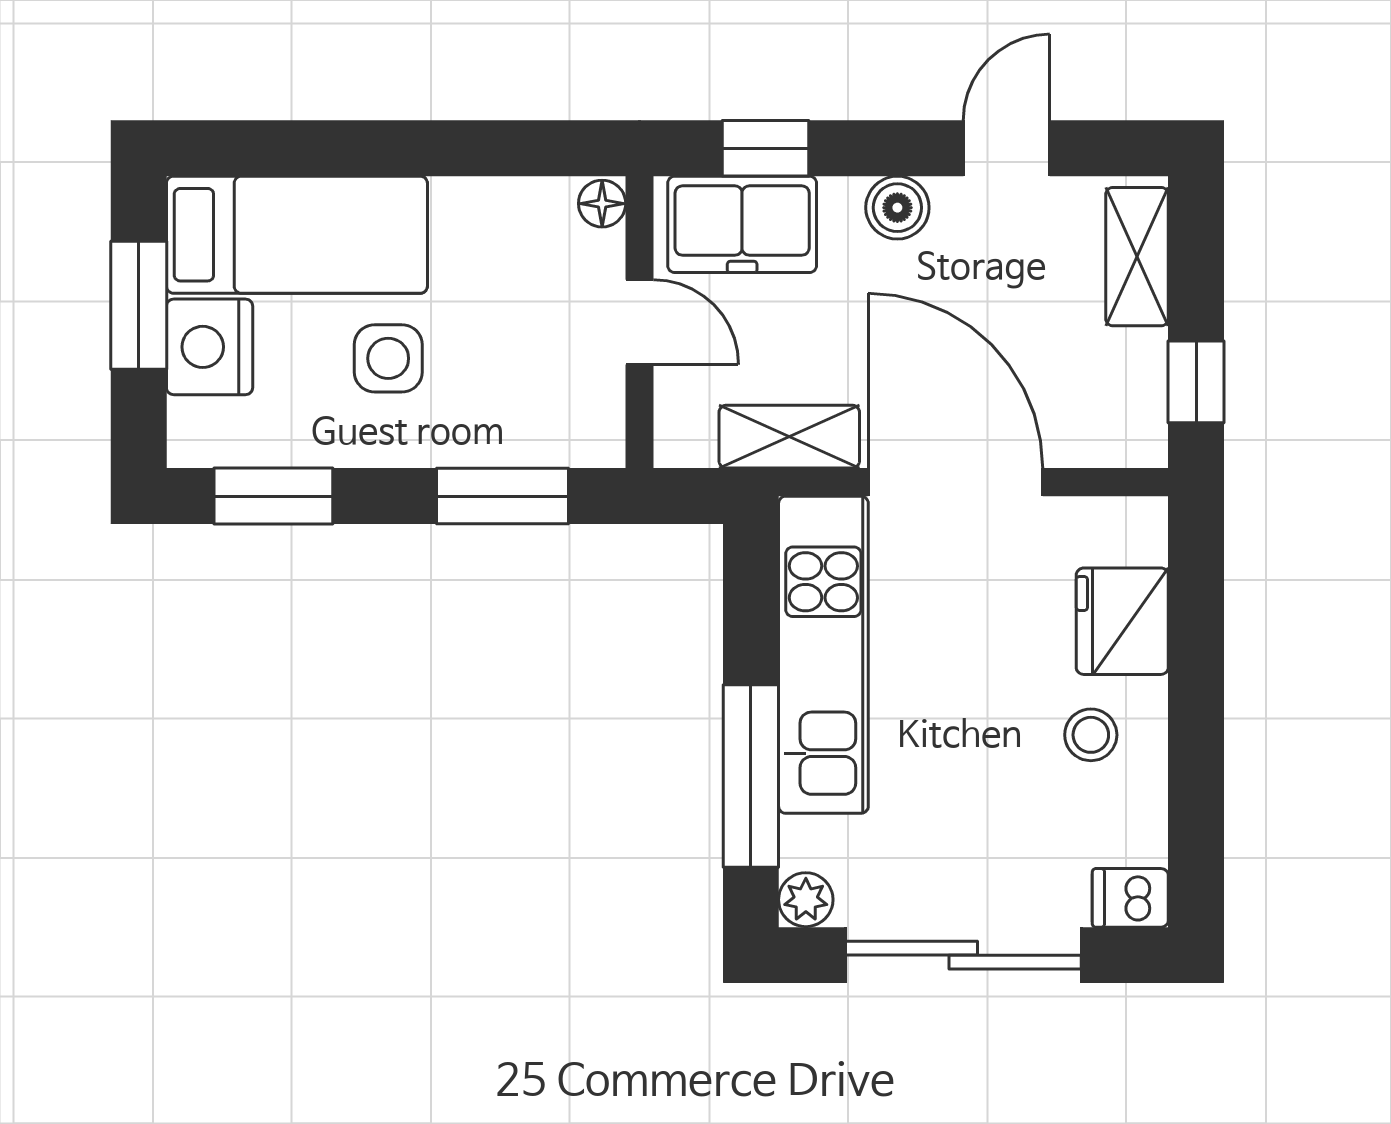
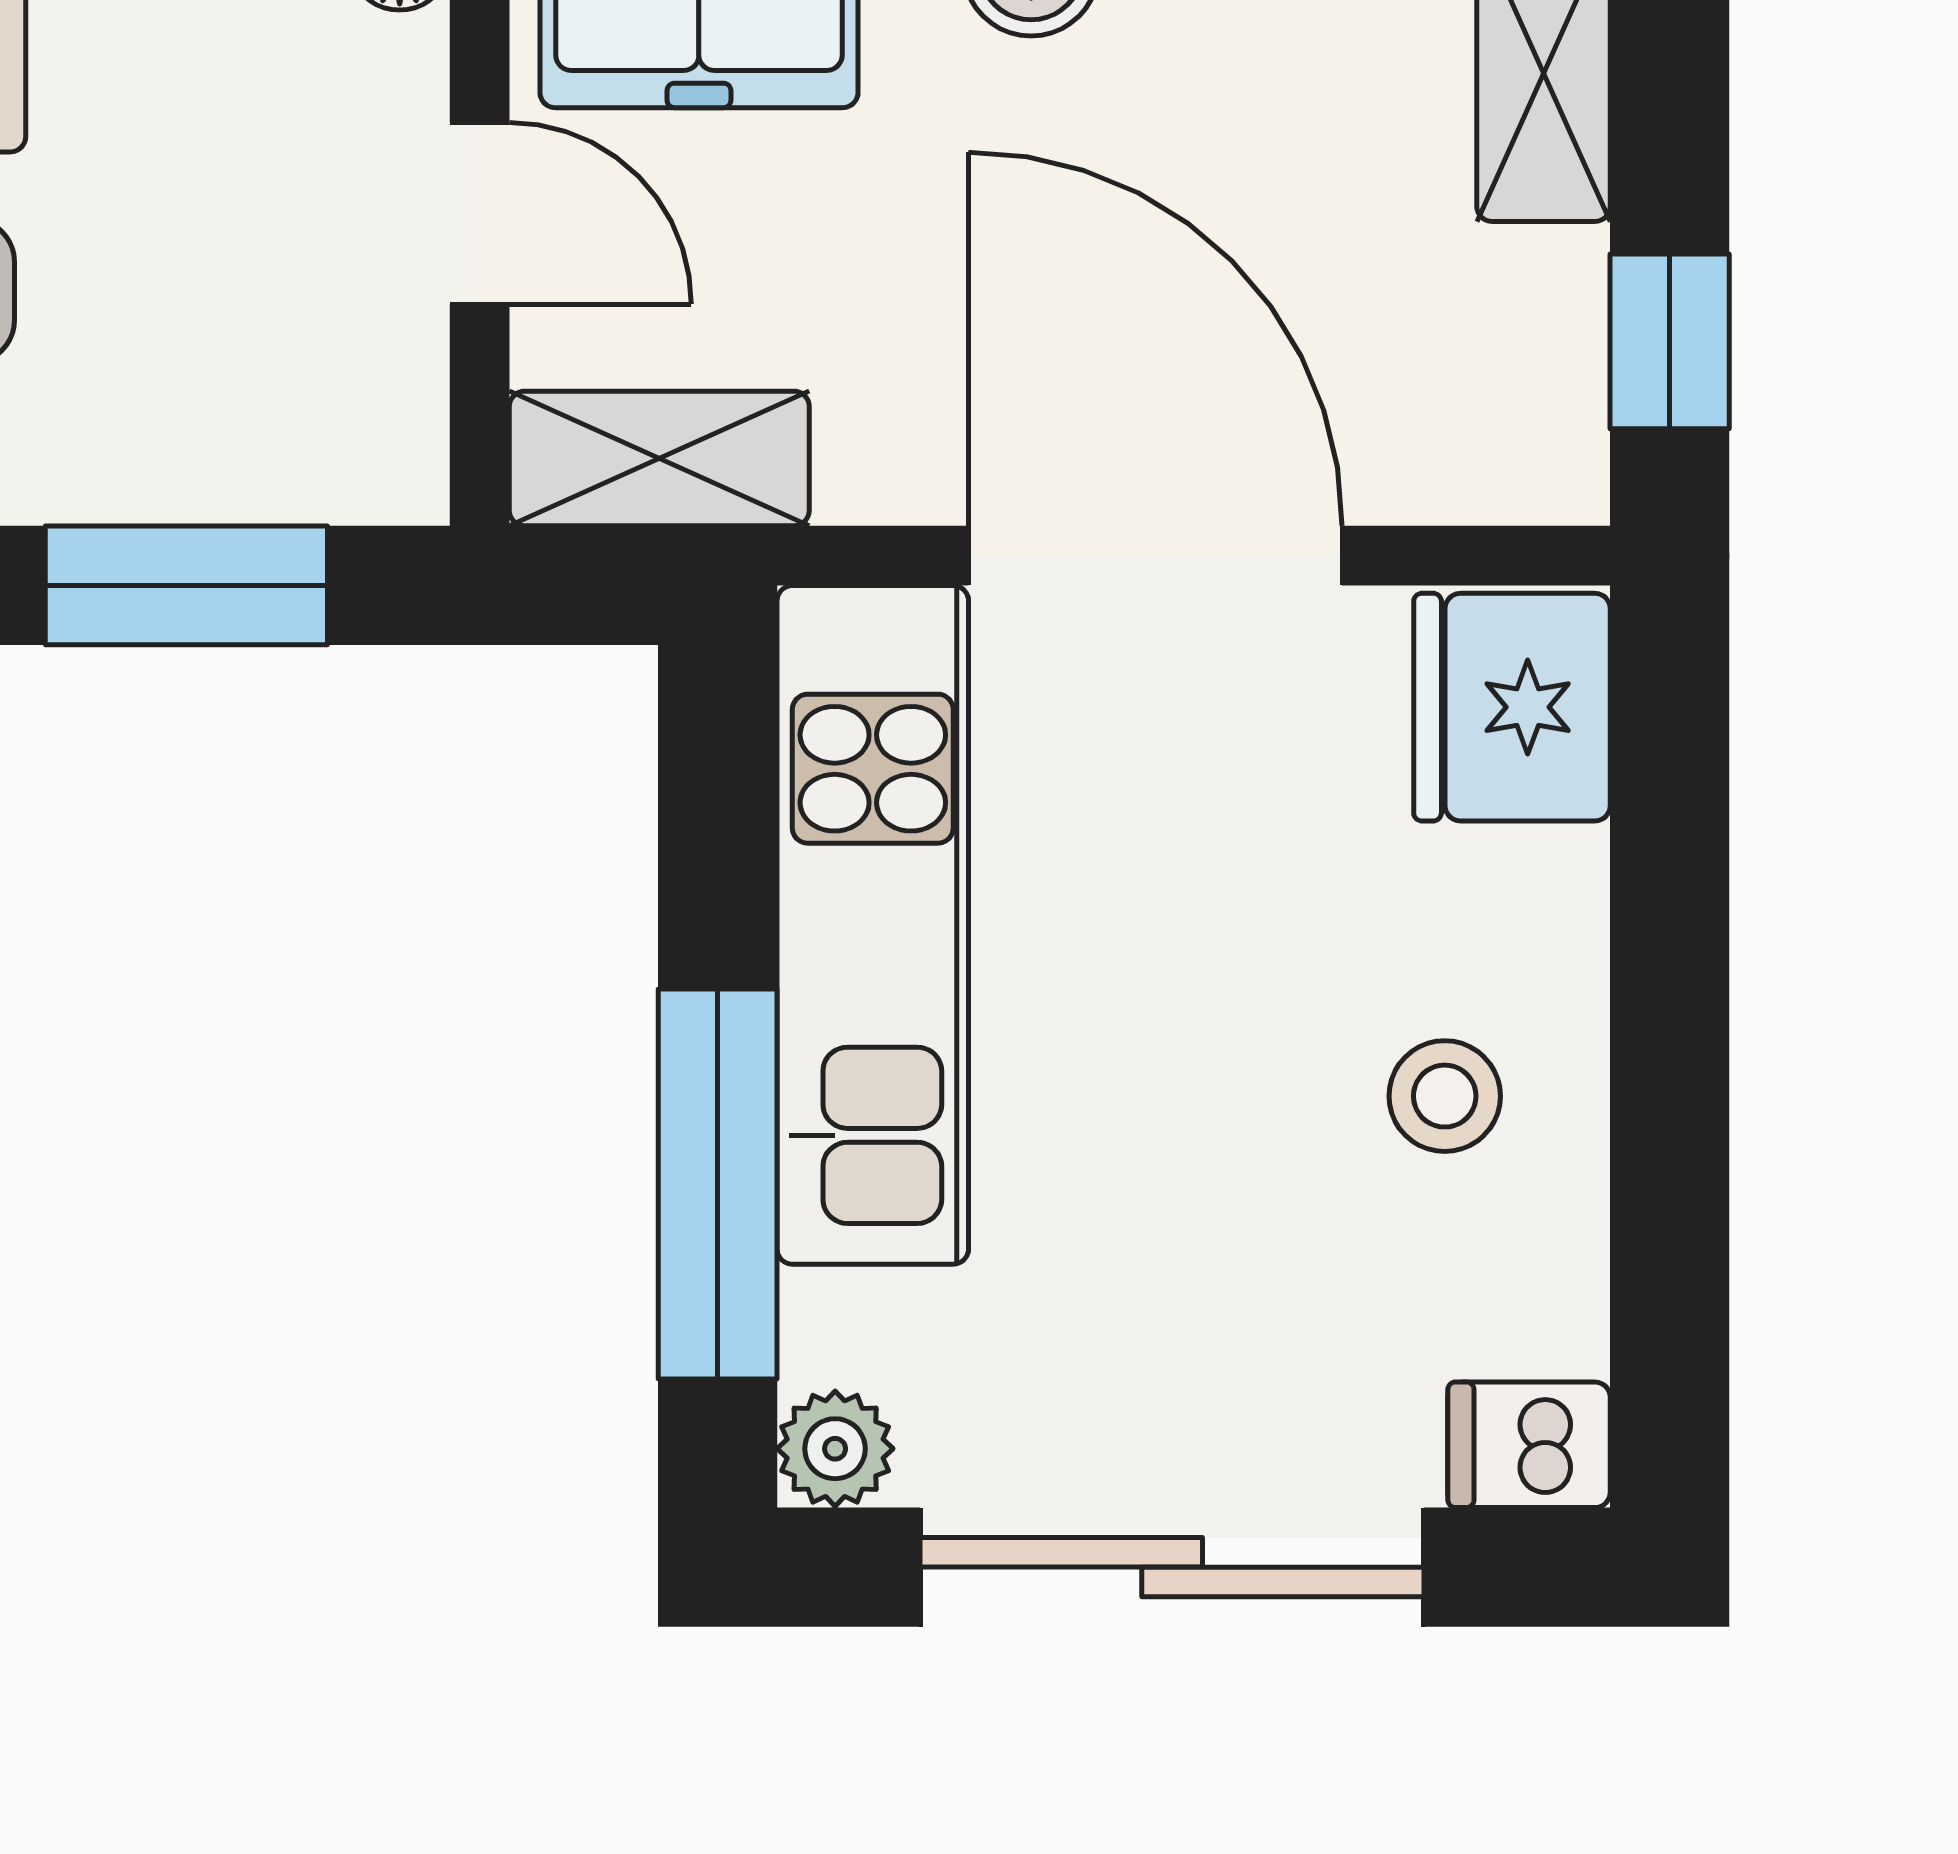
shelving: (789, 437) -> (659, 458), moved
fridge: (1122, 621) -> (1512, 707), moved

